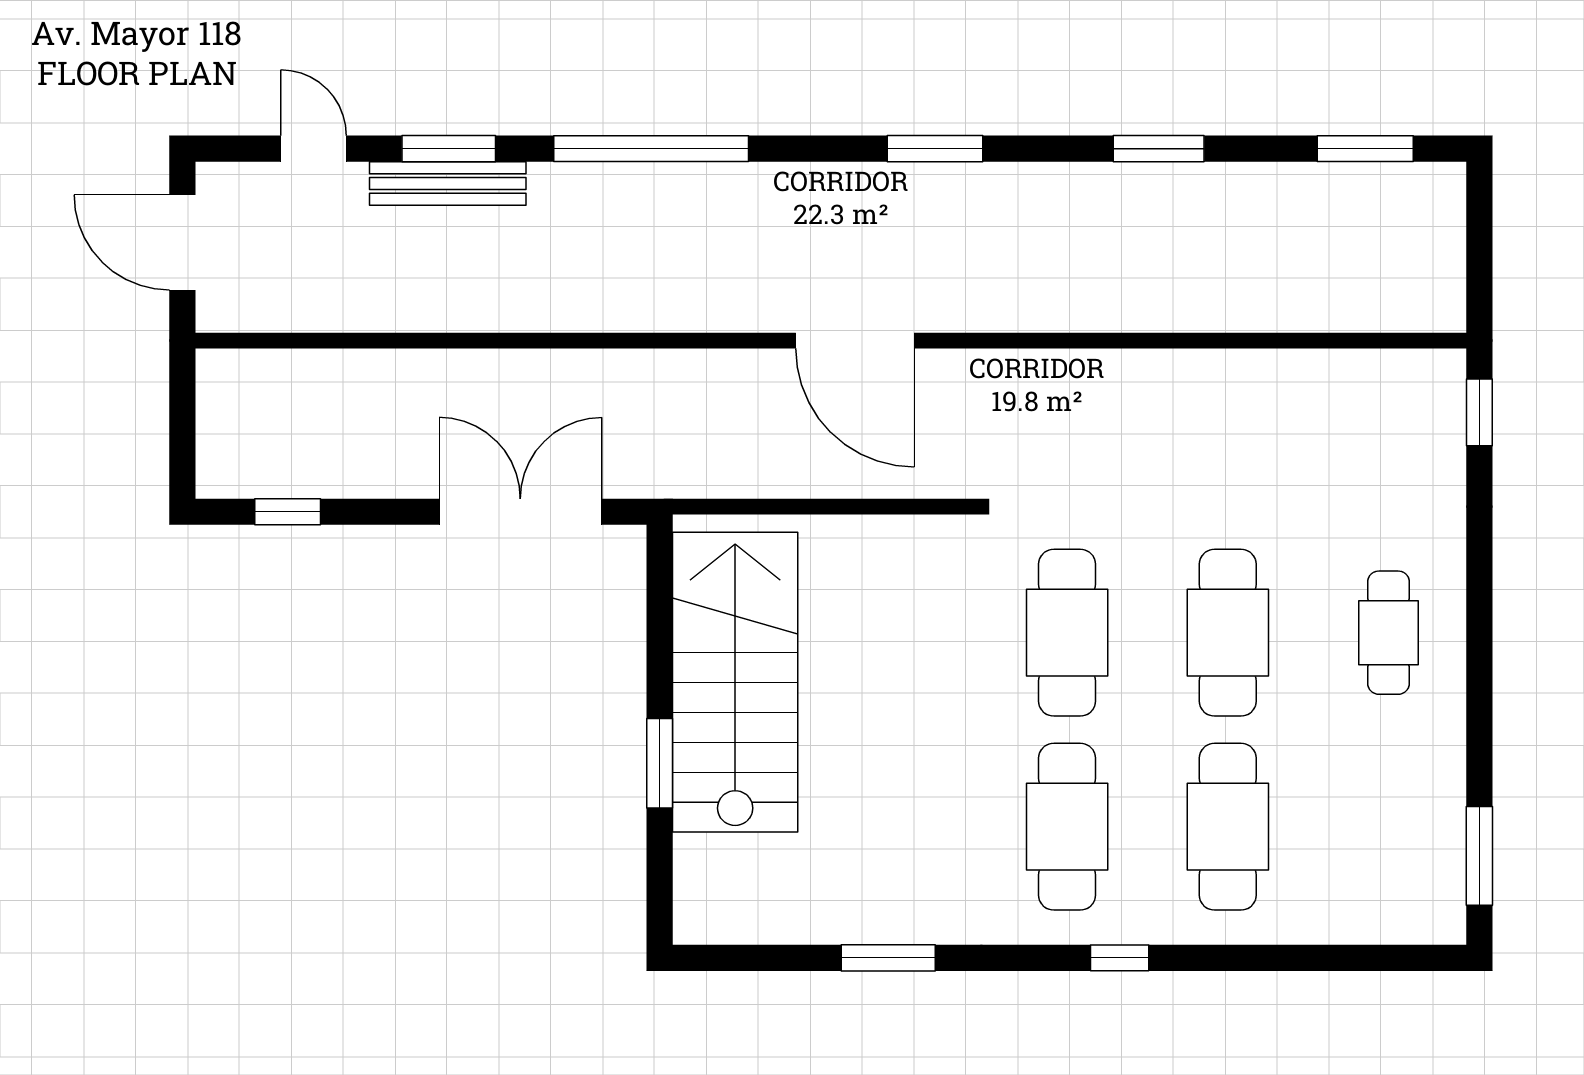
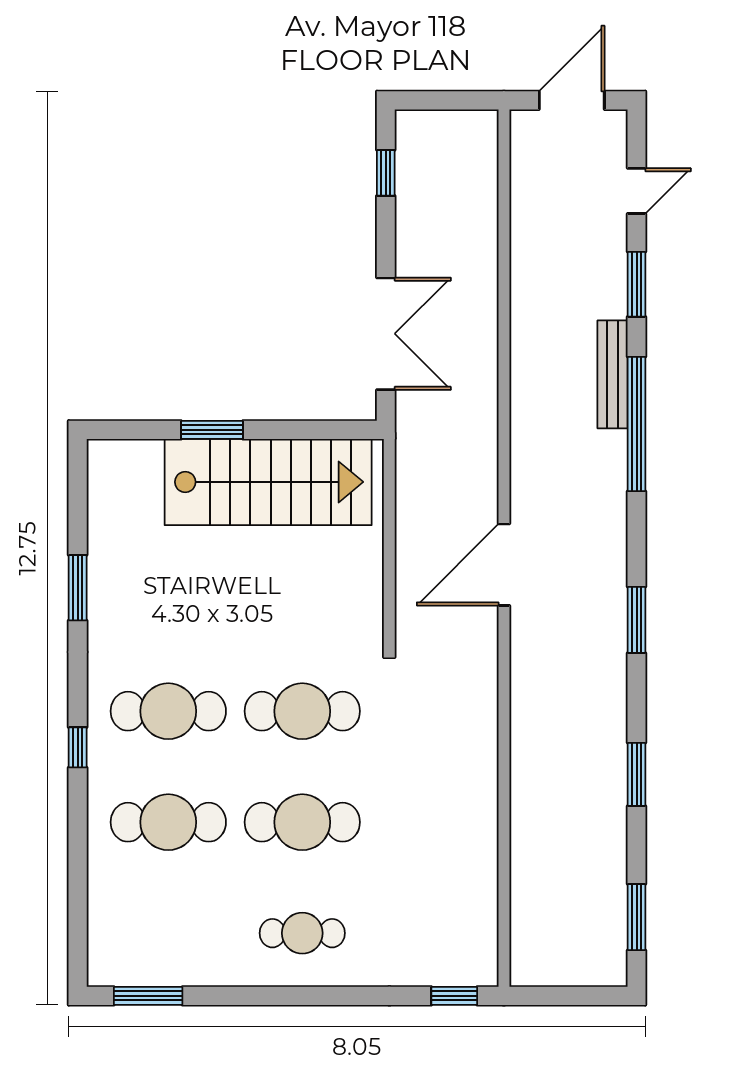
bench: (448, 183) -> (612, 374), moved

